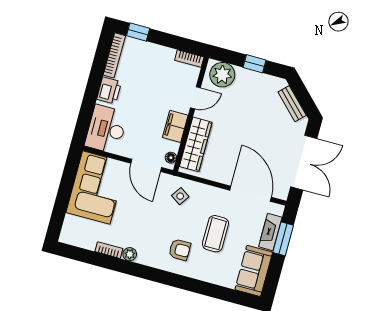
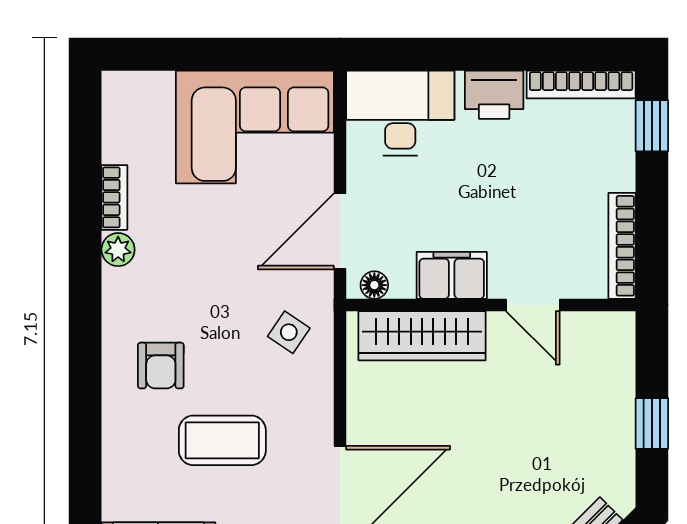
bookcase: (189, 59) -> (622, 246), width x1.56
plant: (222, 75) -> (605, 354), removed

